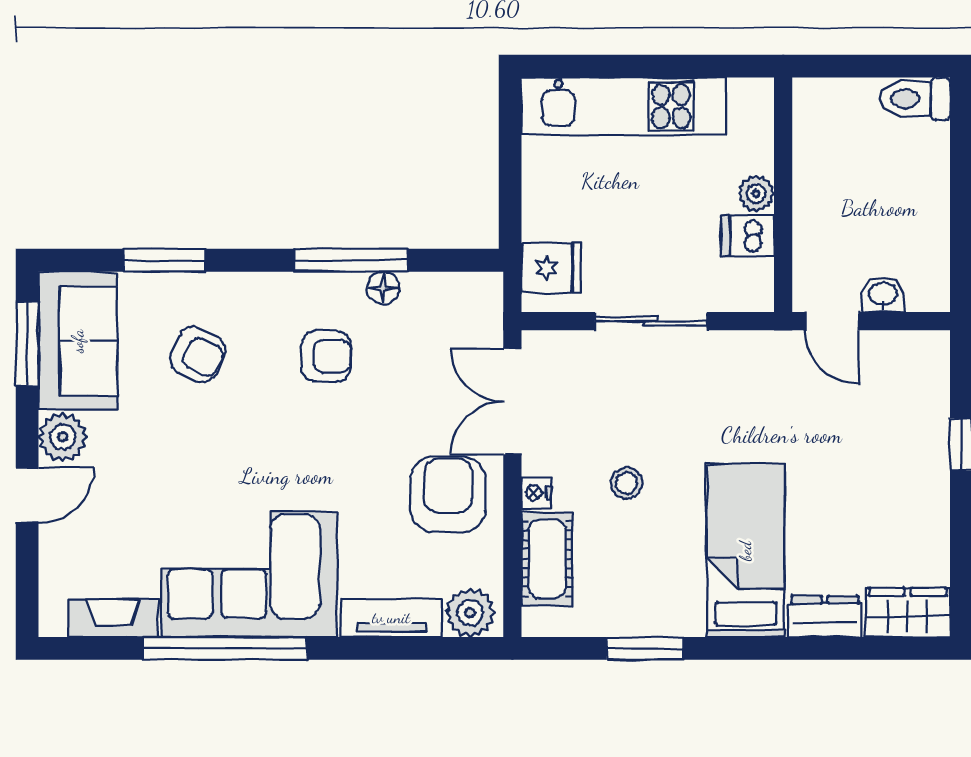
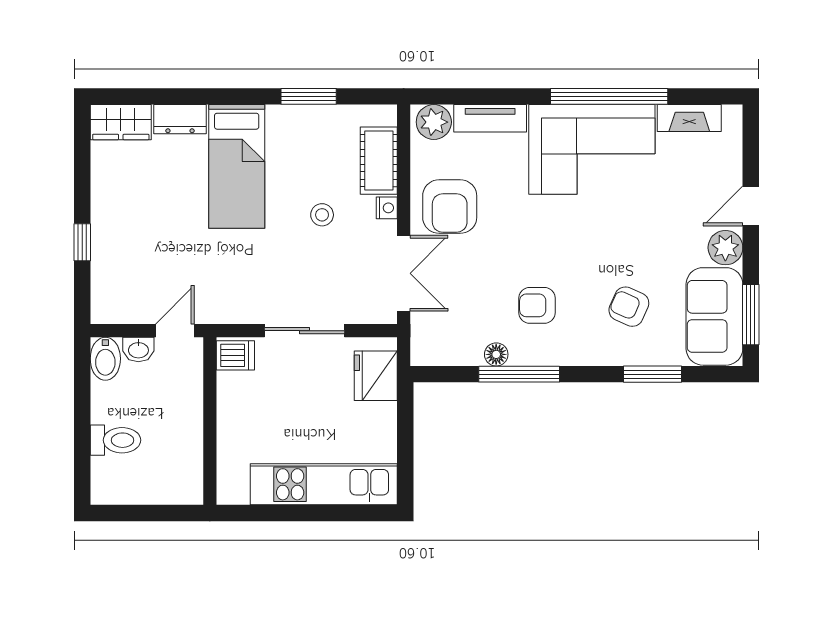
toilet: (915, 99) -> (115, 440), moved
plant: (756, 194) -> (229, 422), removed
dishwasher: (748, 236) -> (235, 355), moved
fridge: (551, 268) -> (376, 376), width x1.38
bidet: (929, 282) -> (105, 359), added
door: (832, 321) -> (175, 331), hinge flipped

